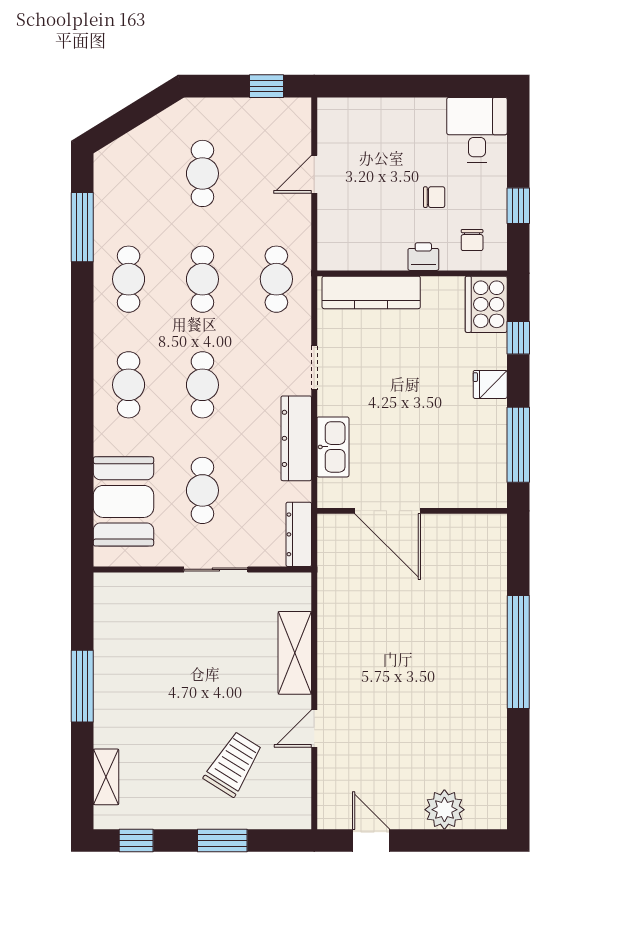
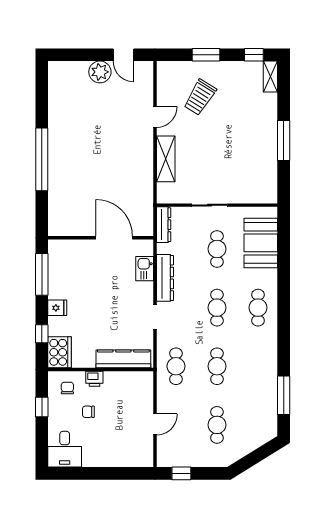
cafe table: (129, 279) -> (258, 366), removed
kitchen sink: (333, 447) -> (145, 269), width x0.73
shelving: (106, 777) -> (270, 77), moved
plant: (444, 810) -> (100, 72), moved

